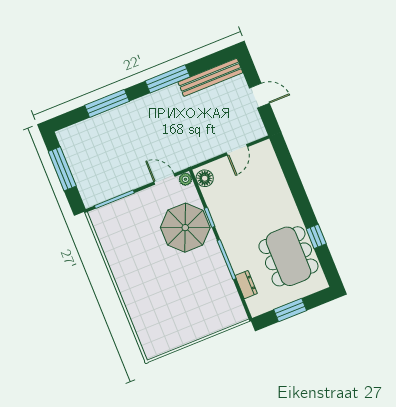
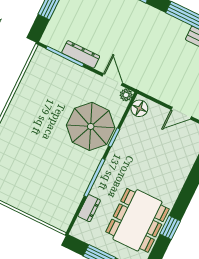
dresser: (124, 186) -> (81, 54), added

